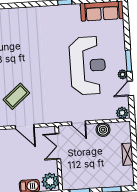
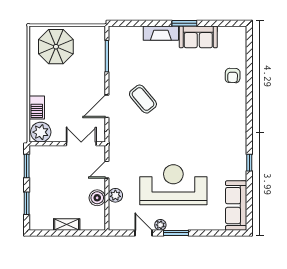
reception desk: (88, 66) -> (173, 185), turned 180
plant: (122, 113) -> (115, 195), moved

